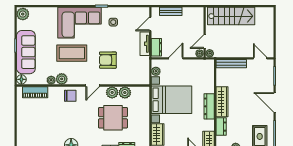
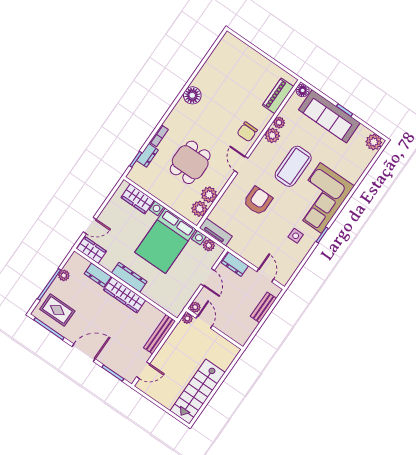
stairs: (231, 16) -> (198, 392), moved
tv unit: (145, 44) -> (216, 232), moved
plant: (112, 92) -> (199, 209), moved

